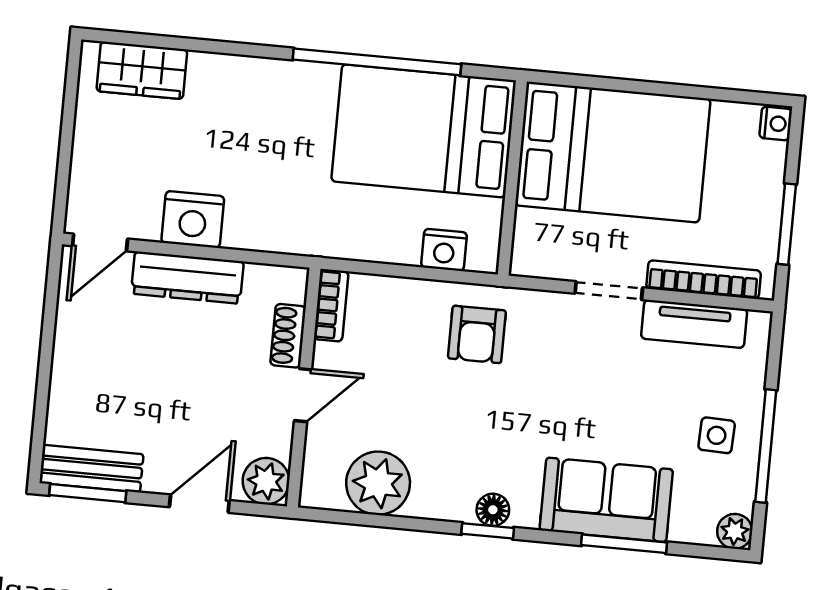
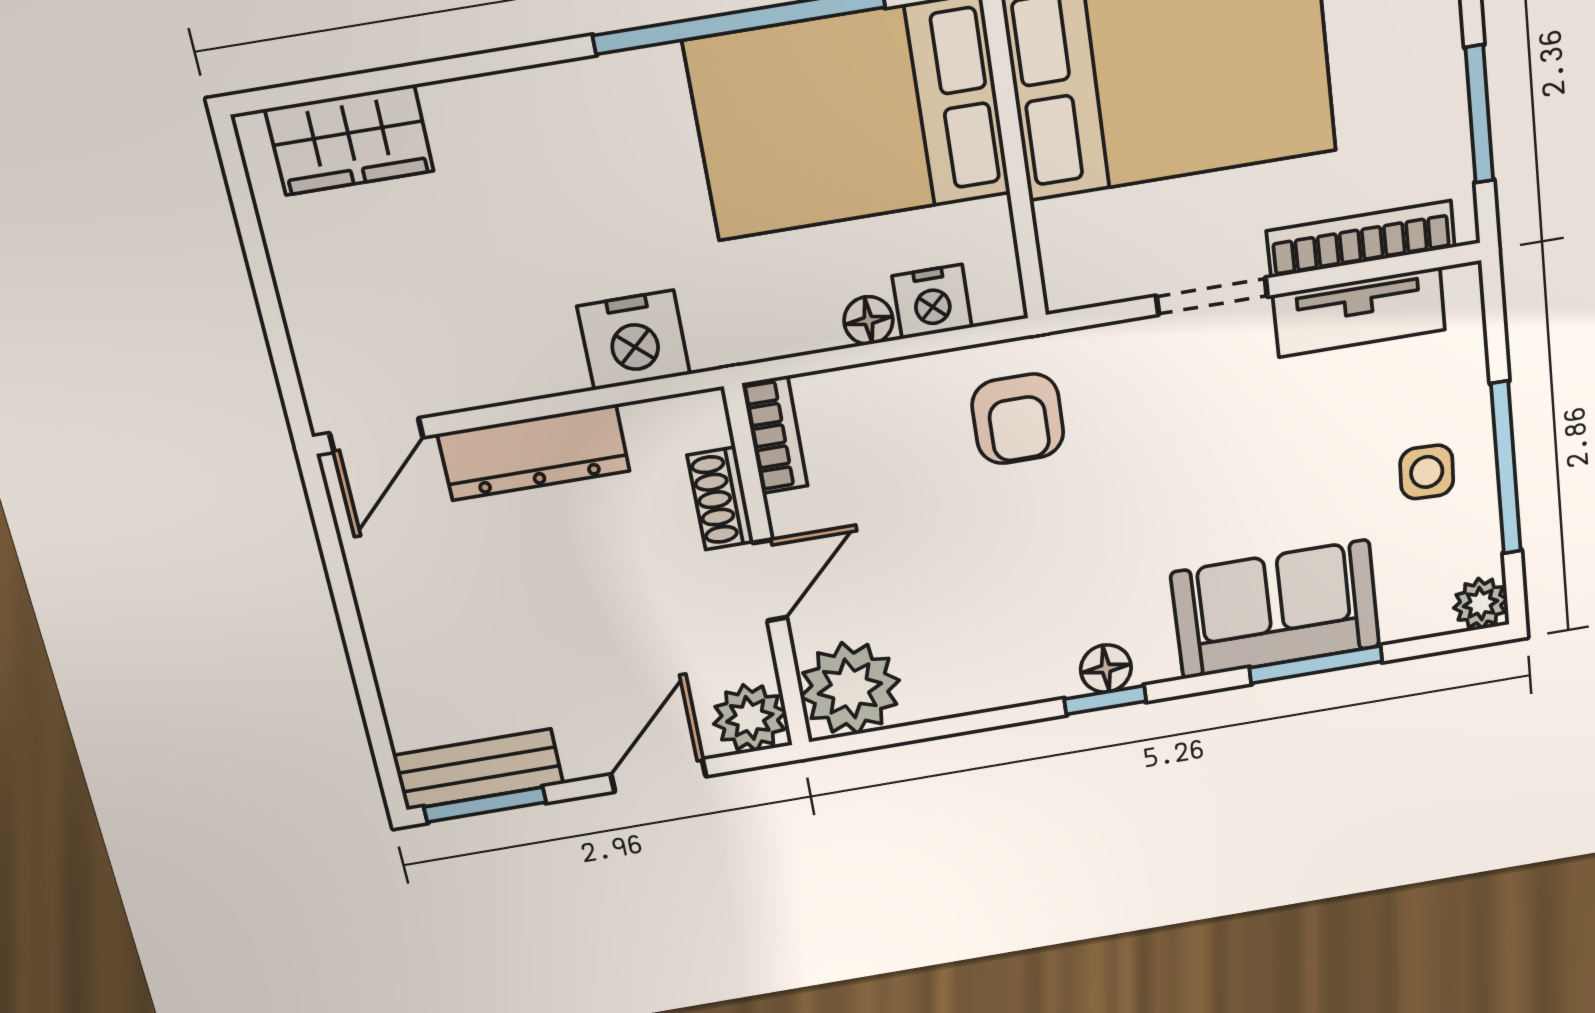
nightstand: (193, 220) -> (634, 340), moved
floor lamp: (404, 251) -> (868, 320), added
plant: (378, 483) -> (850, 689), moved

